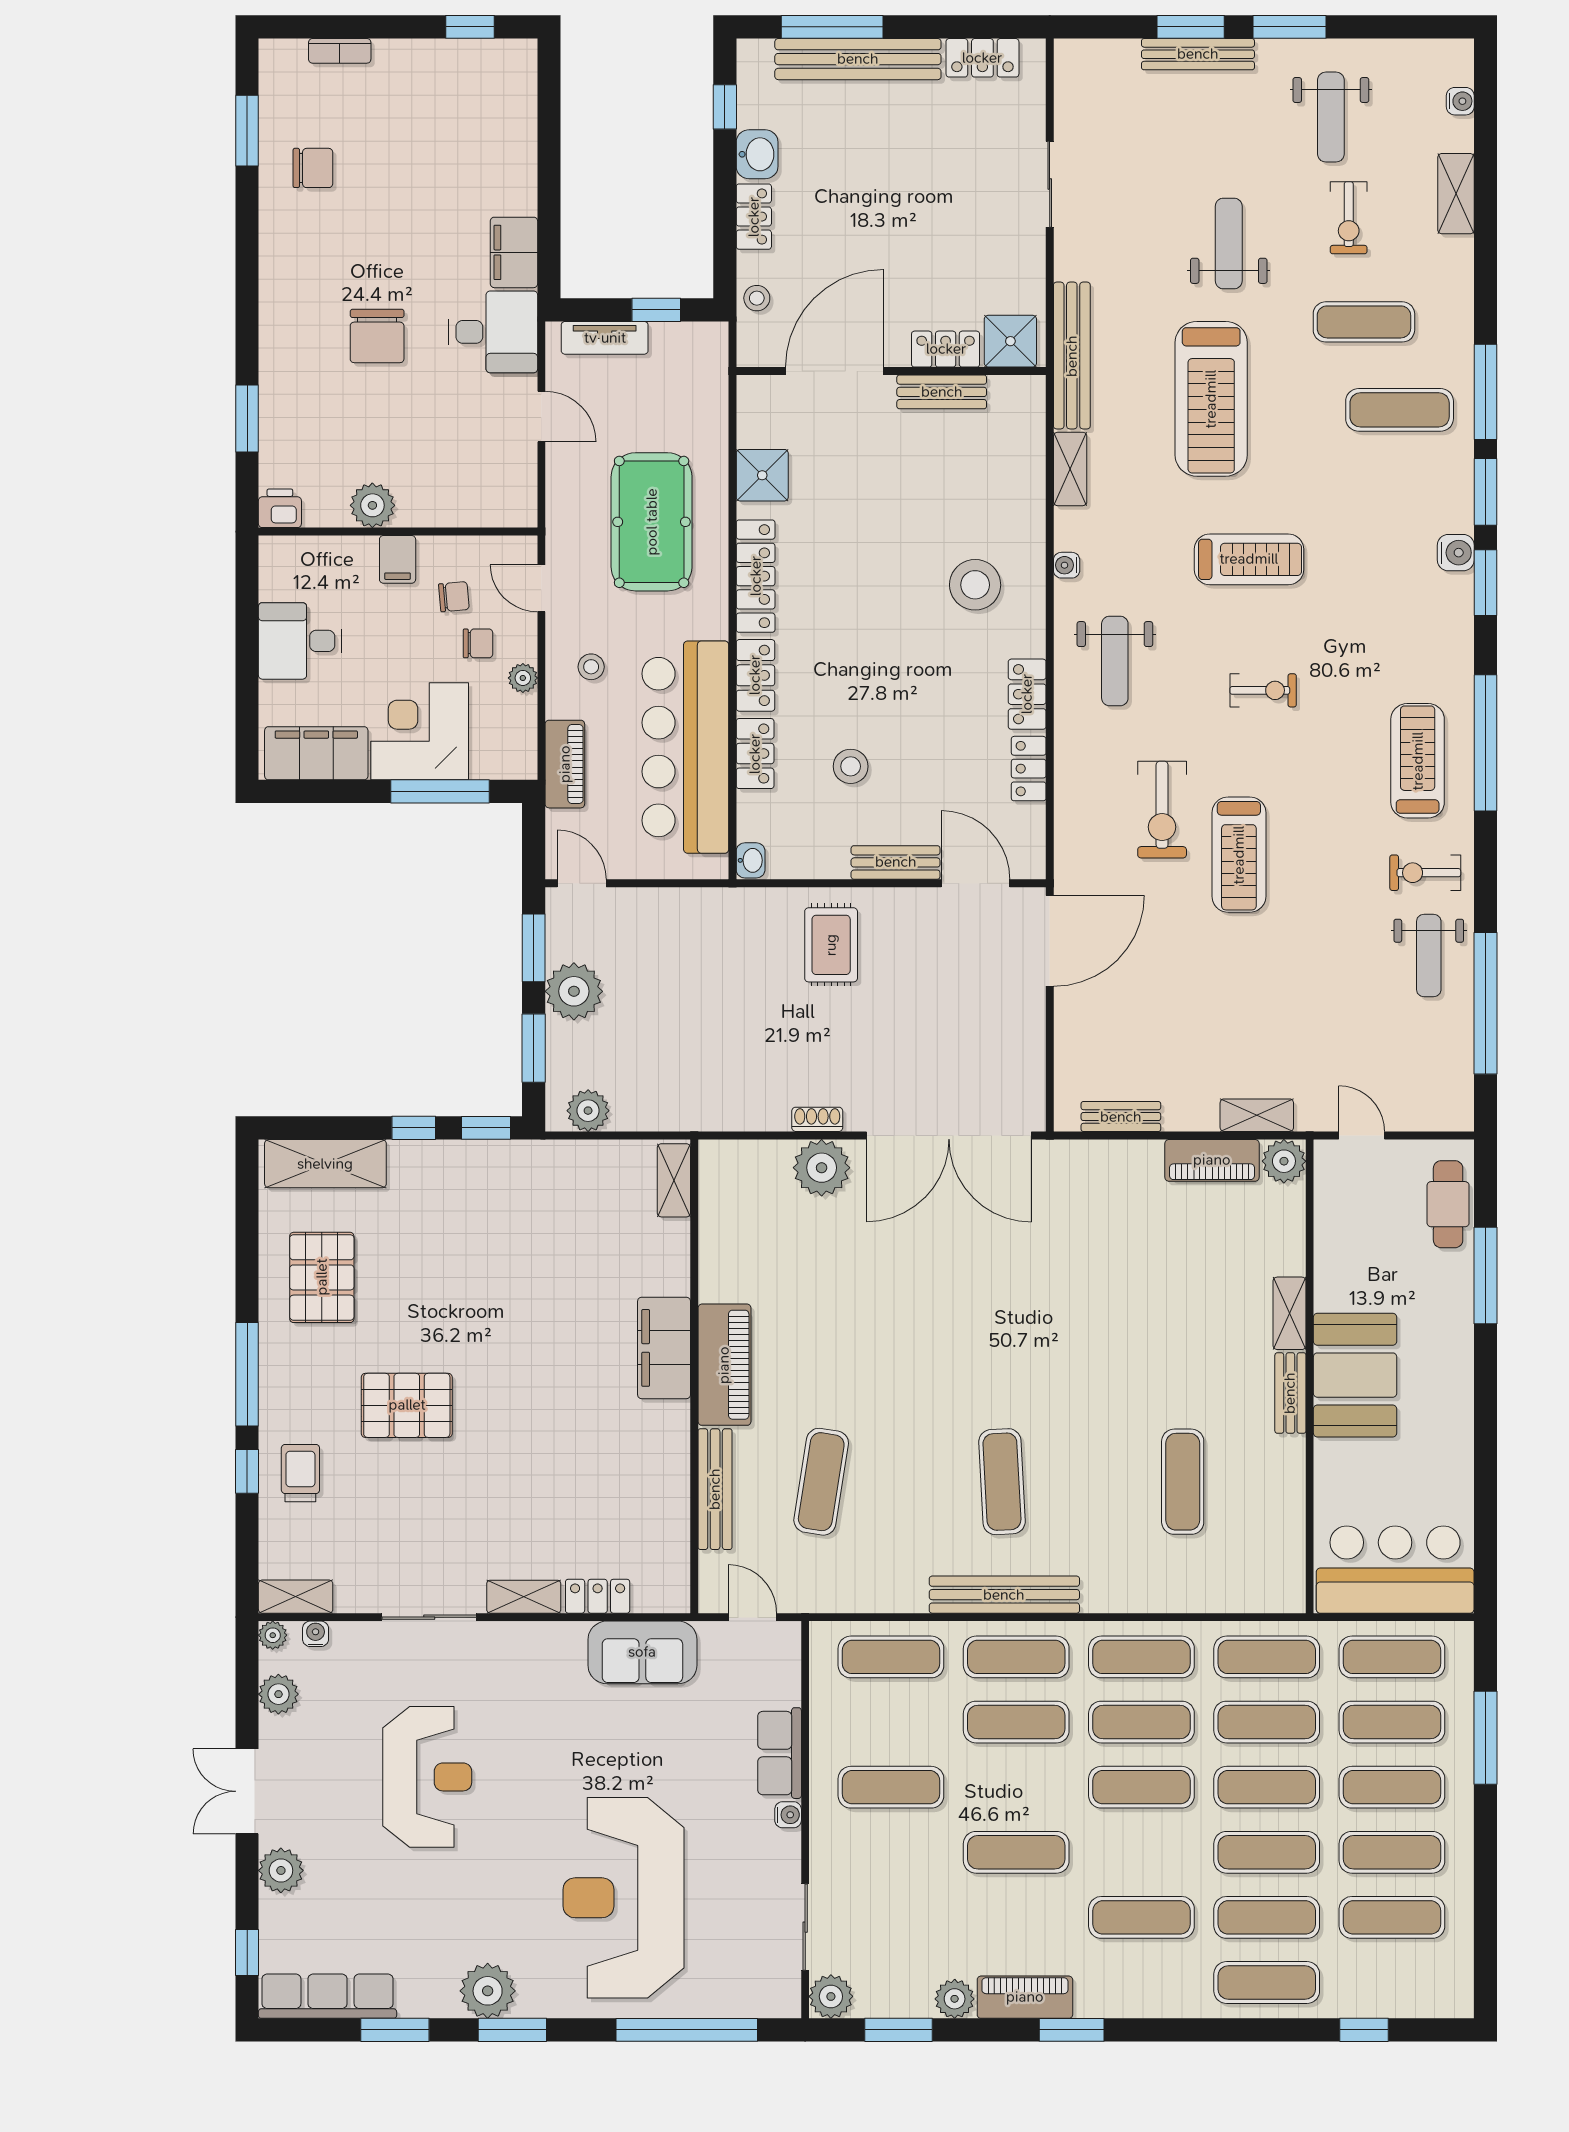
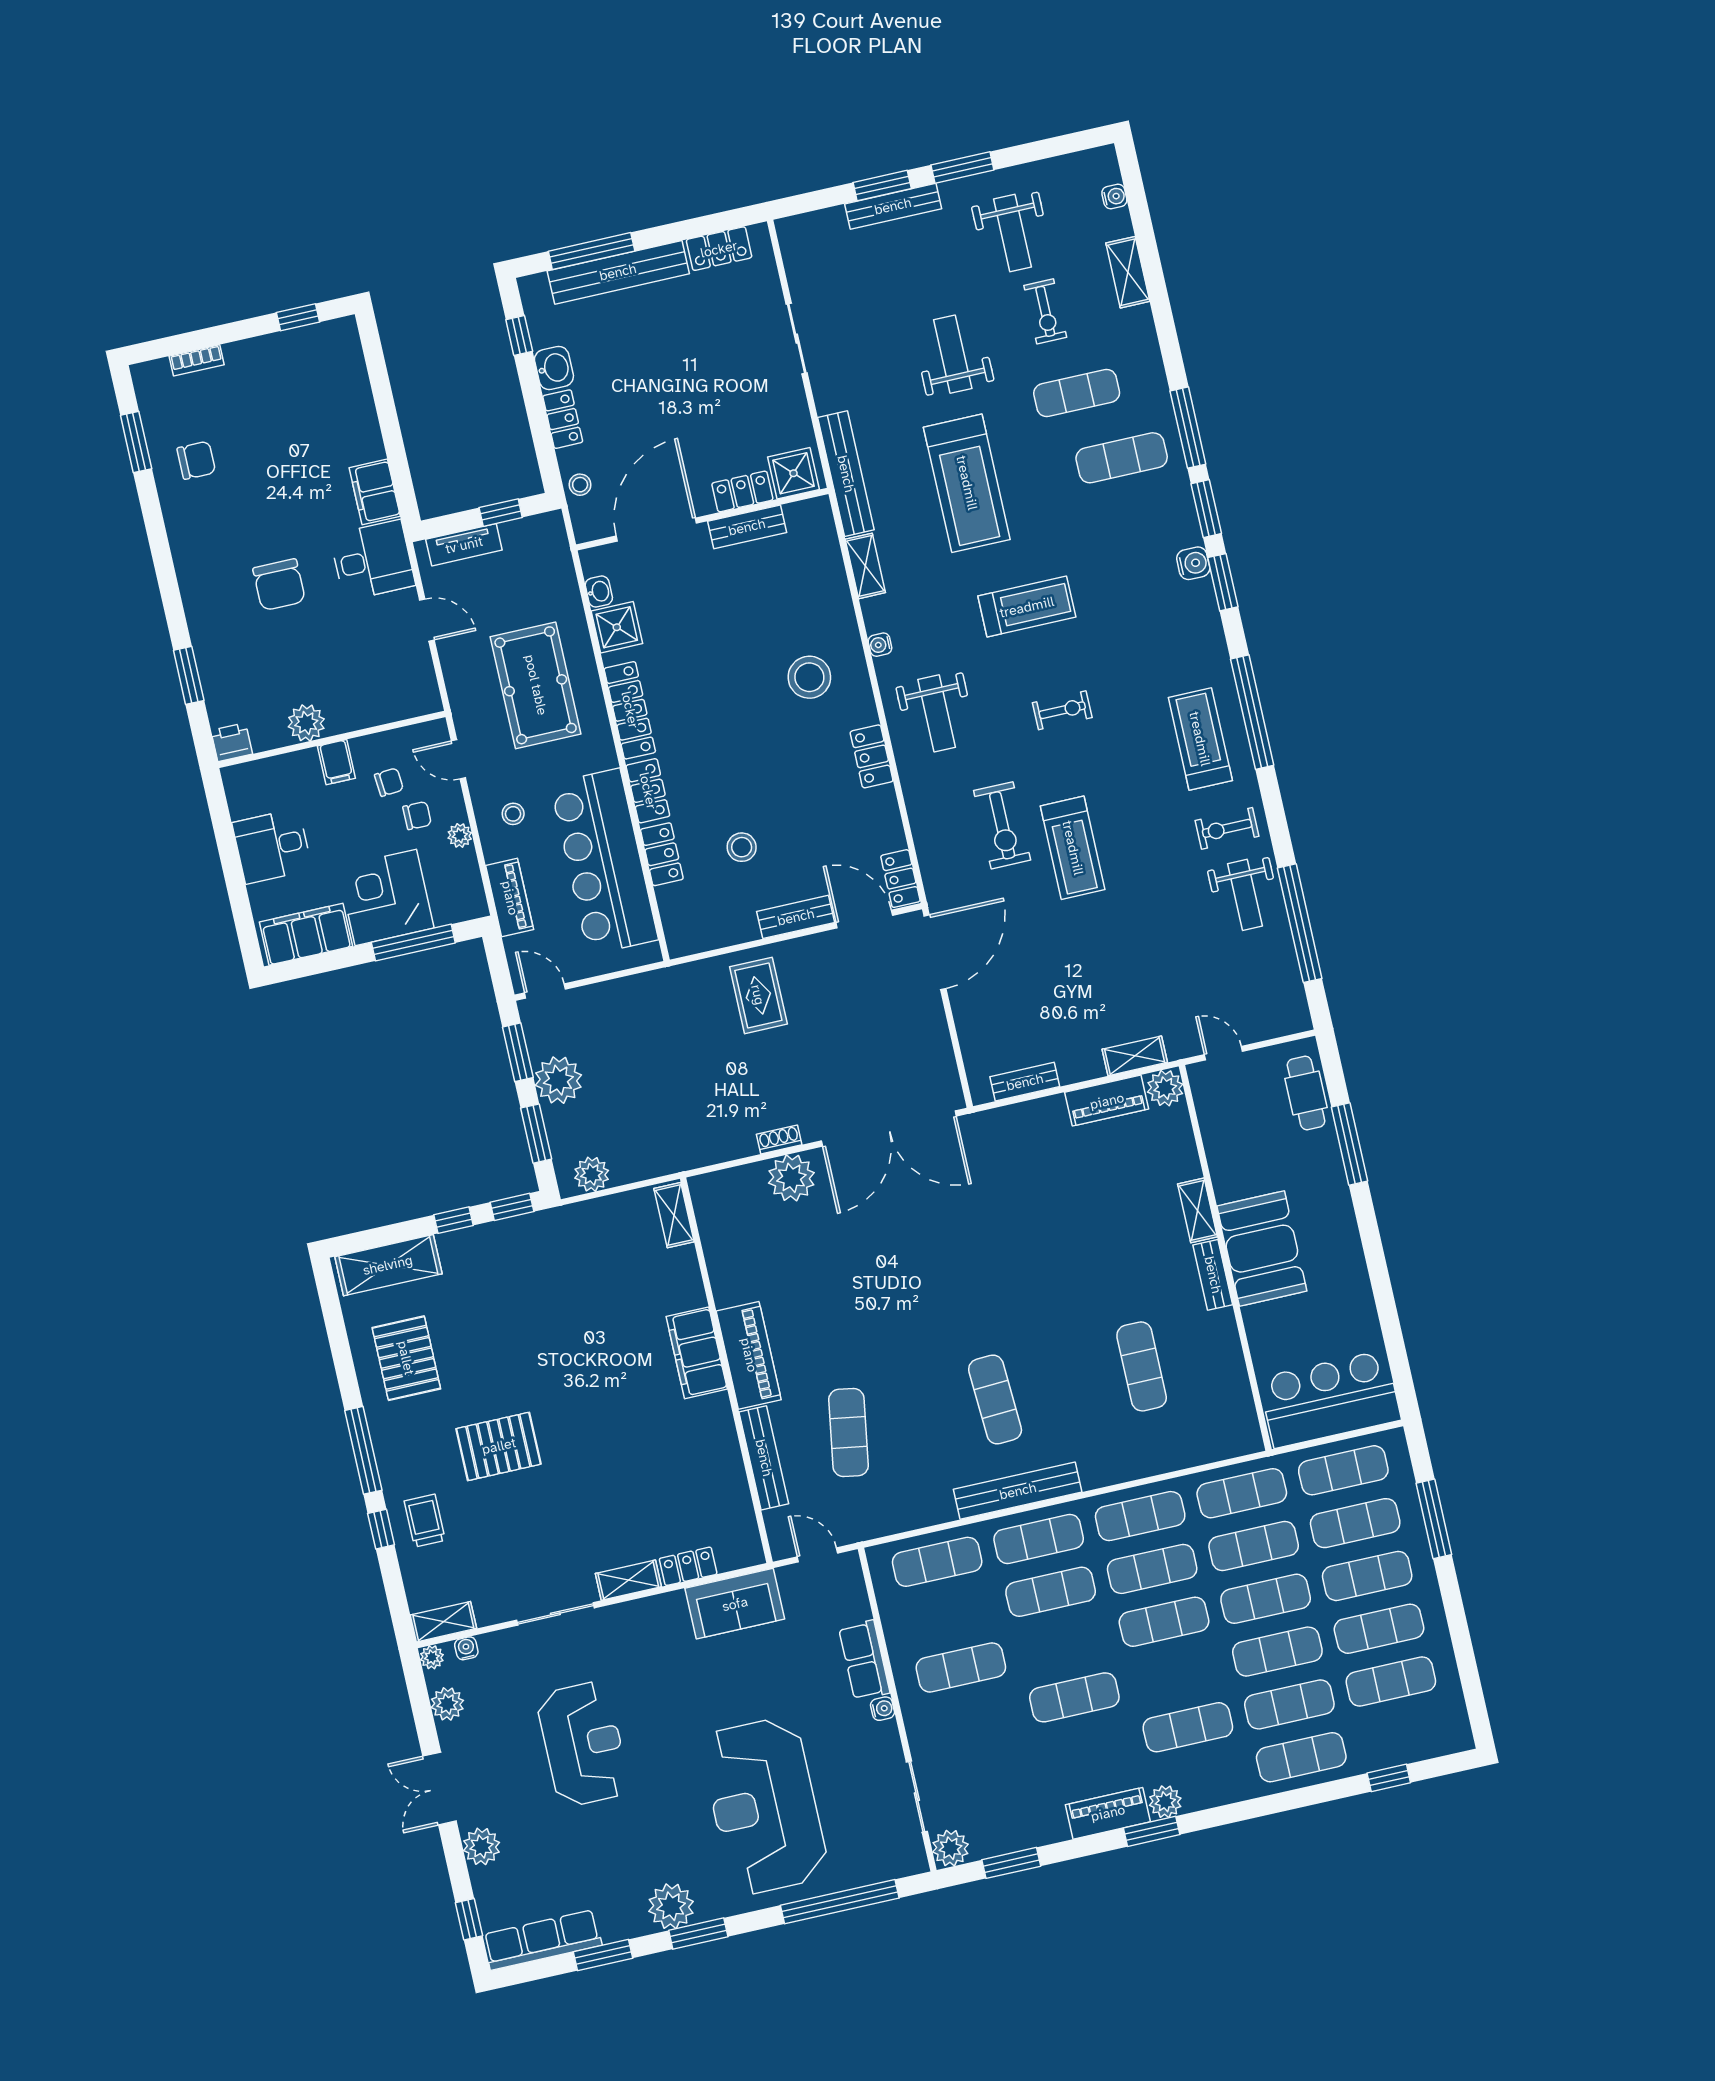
locker: (1029, 769) -> (900, 879), moved
washbasin: (751, 860) -> (599, 592), moved
plant: (955, 1999) -> (1165, 1802), moved

